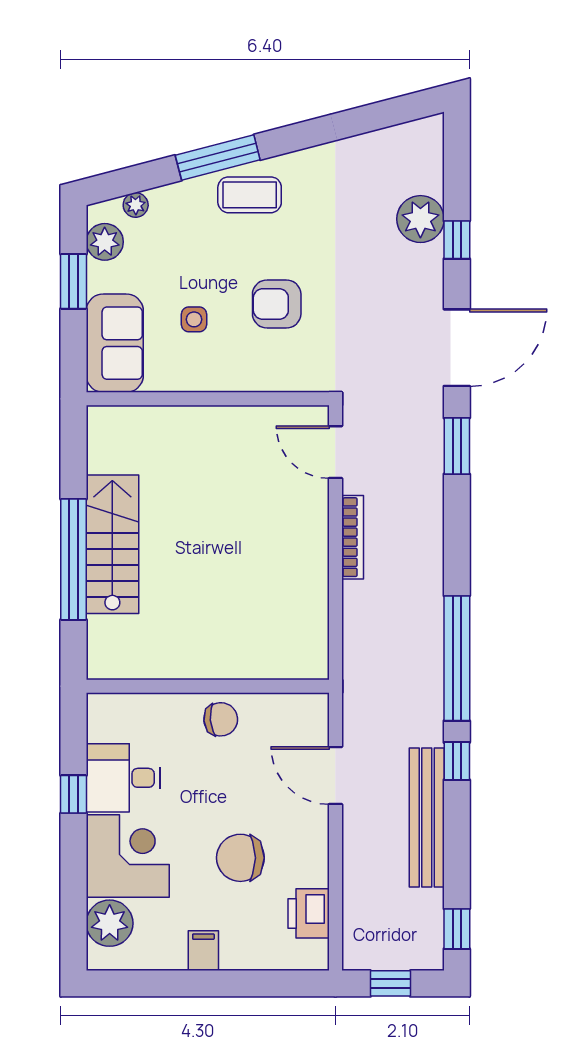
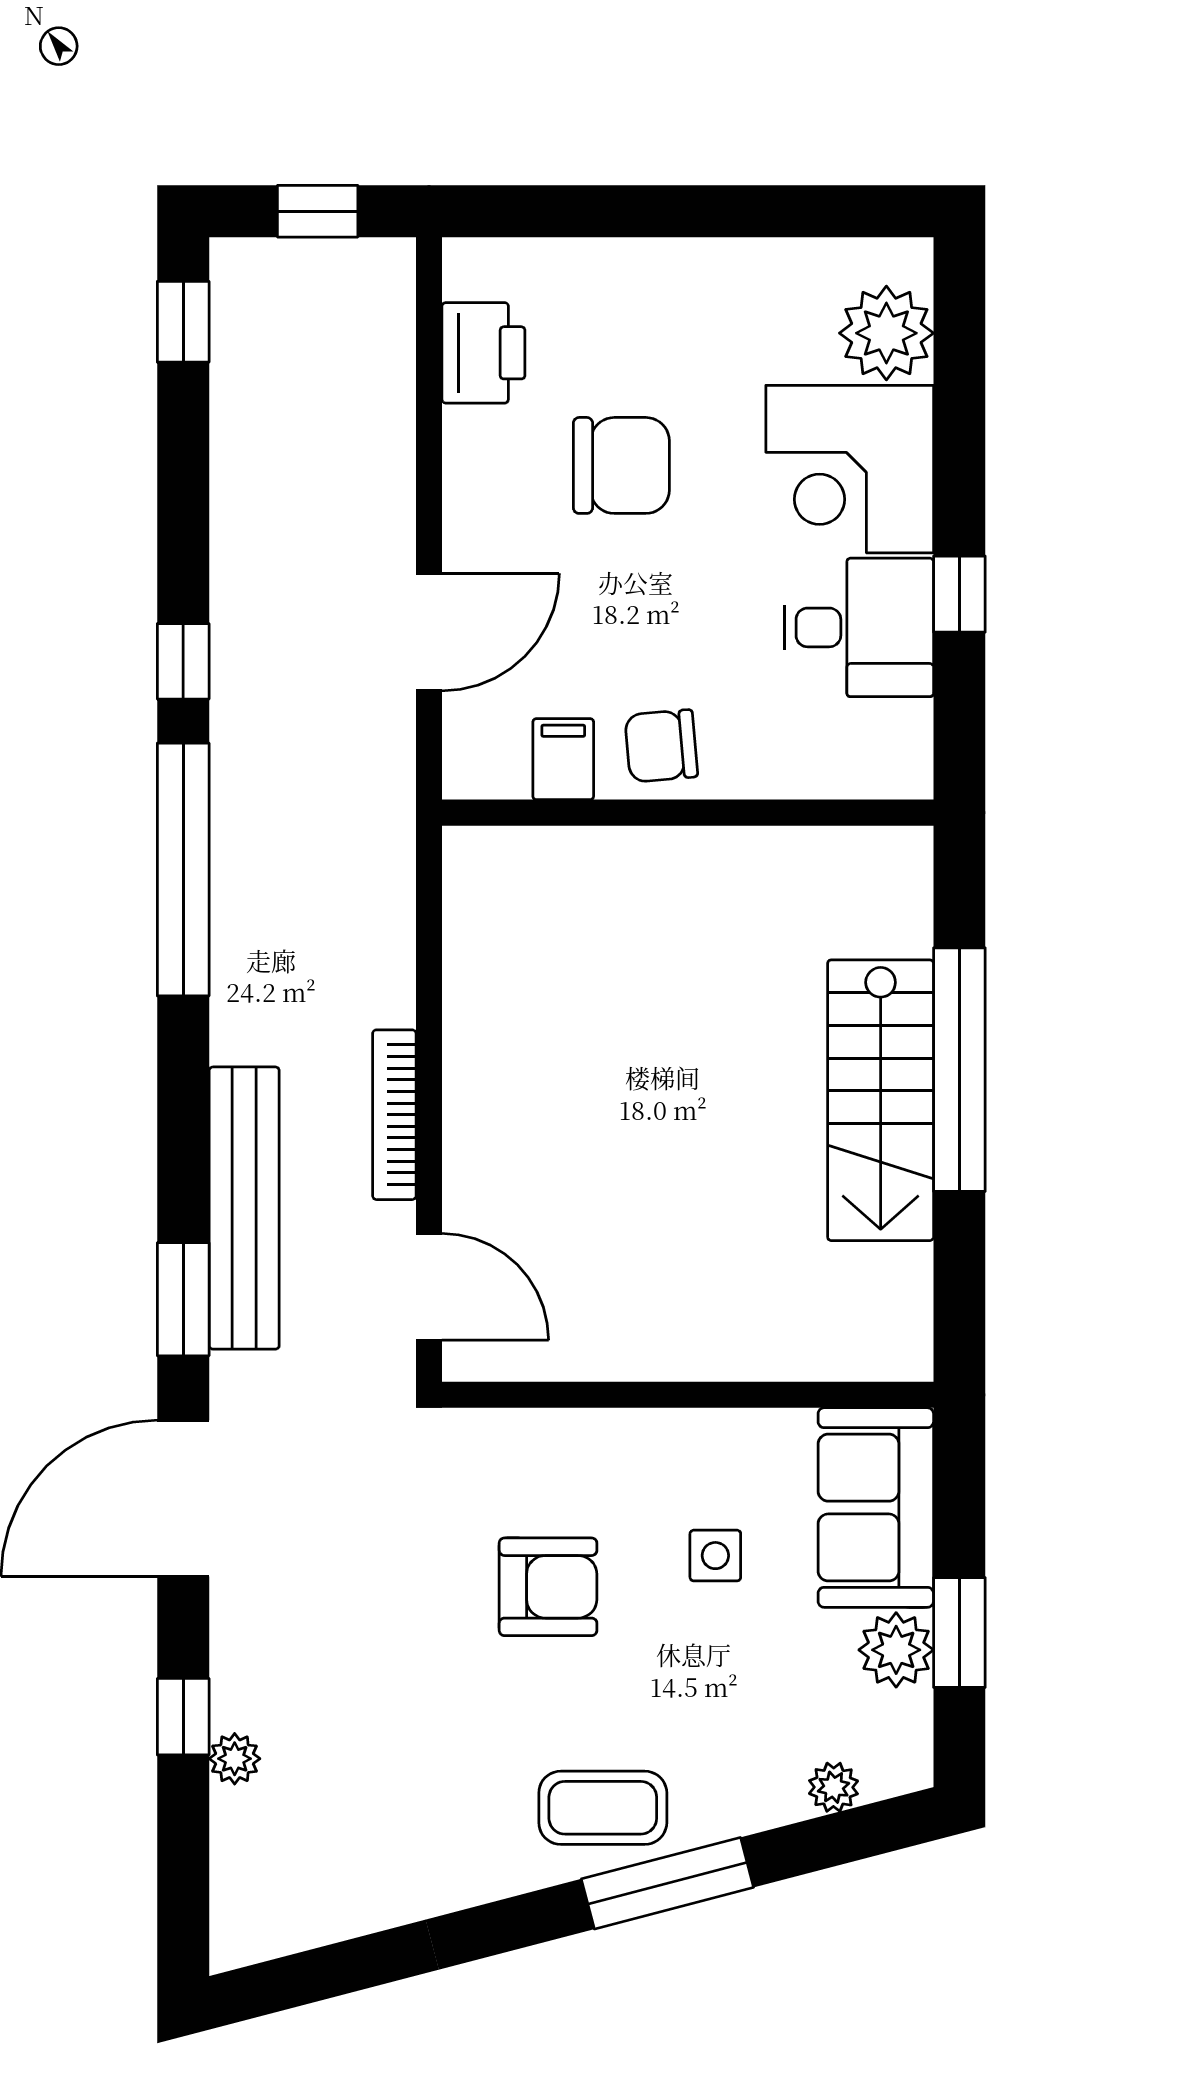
plant: (420, 219) -> (235, 1759), width x0.53, depth x0.53
plant: (105, 242) -> (896, 1650), moved
door: (335, 775) -> (429, 632), hinge flipped
bench: (427, 818) -> (244, 1208), moved
filing cabinet: (203, 951) -> (563, 759), moved, turned 180

